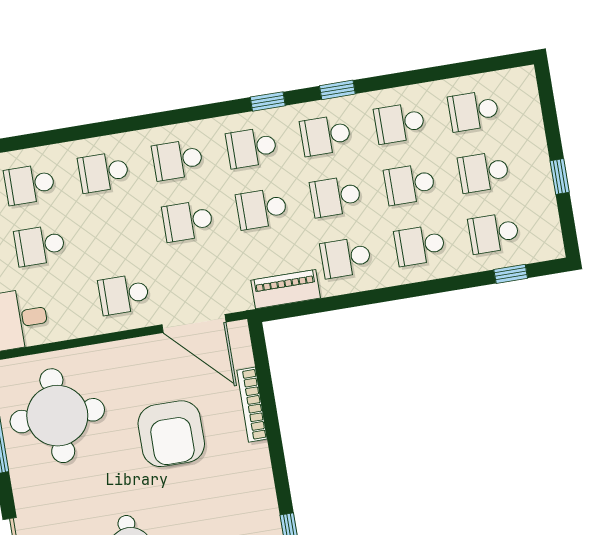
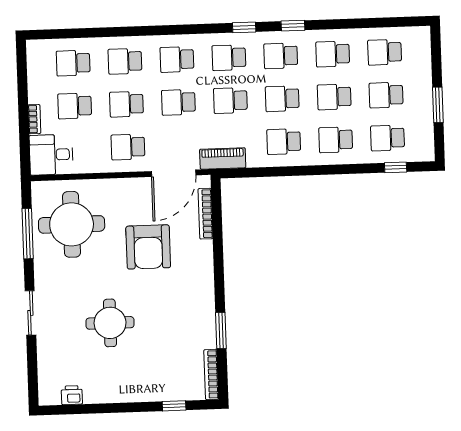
window: (560, 176) -> (438, 105), width x1.50
school desk: (114, 233) -> (127, 104), added
piano: (286, 289) -> (223, 158), moved
door: (194, 323) -> (174, 173), hinge flipped
bookcase: (252, 405) -> (206, 214), moved

